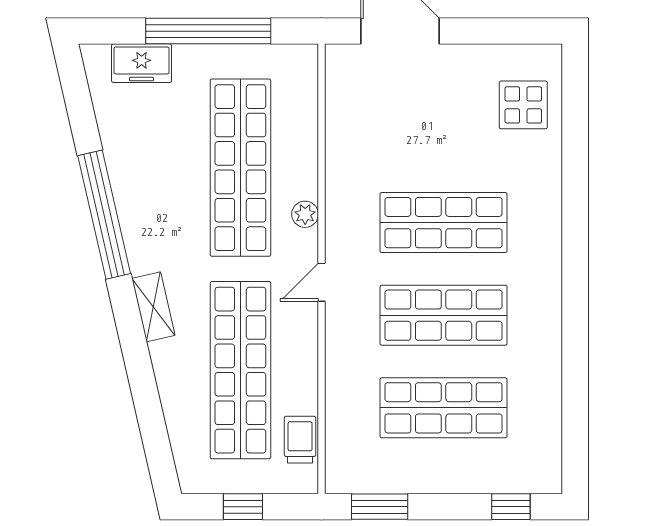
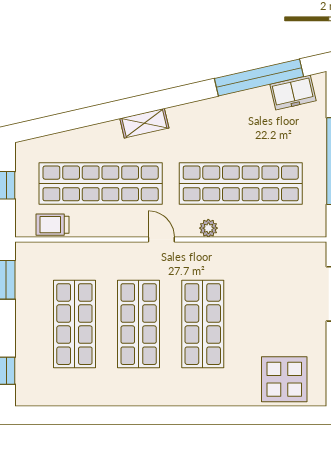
freezer: (142, 63) -> (293, 93), moved, turned -103
display table: (523, 105) -> (284, 379), width x1.36, depth x1.36
window: (104, 215) -> (259, 77), moved
trolley: (300, 440) -> (52, 225), turned 180

